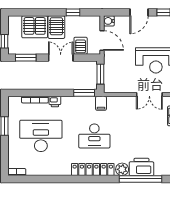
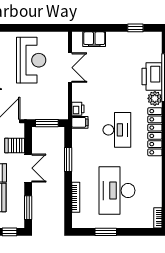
double door: (61, 58) -> (28, 168), swing flipped
window: (84, 93) -> (68, 160), moved
printer: (55, 102) -> (78, 109), moved

